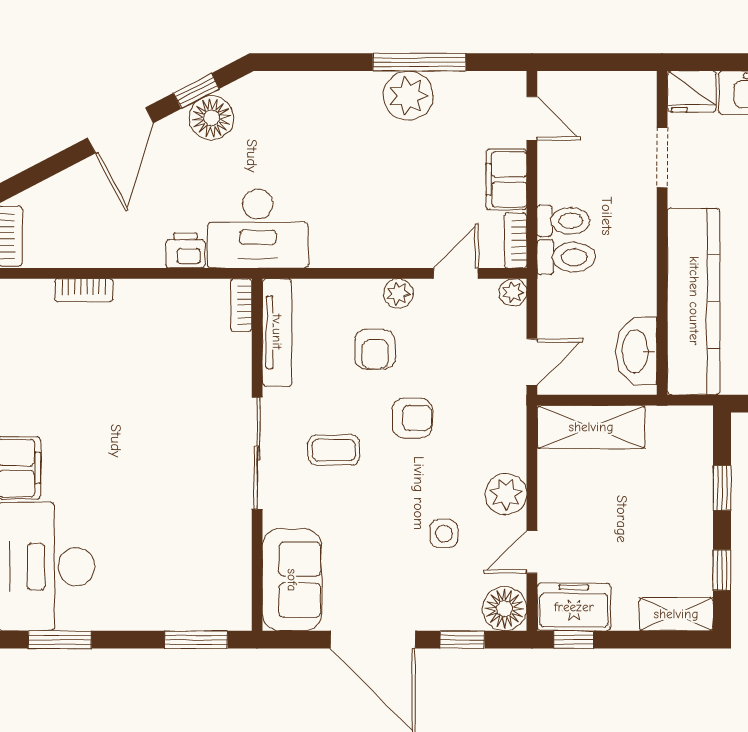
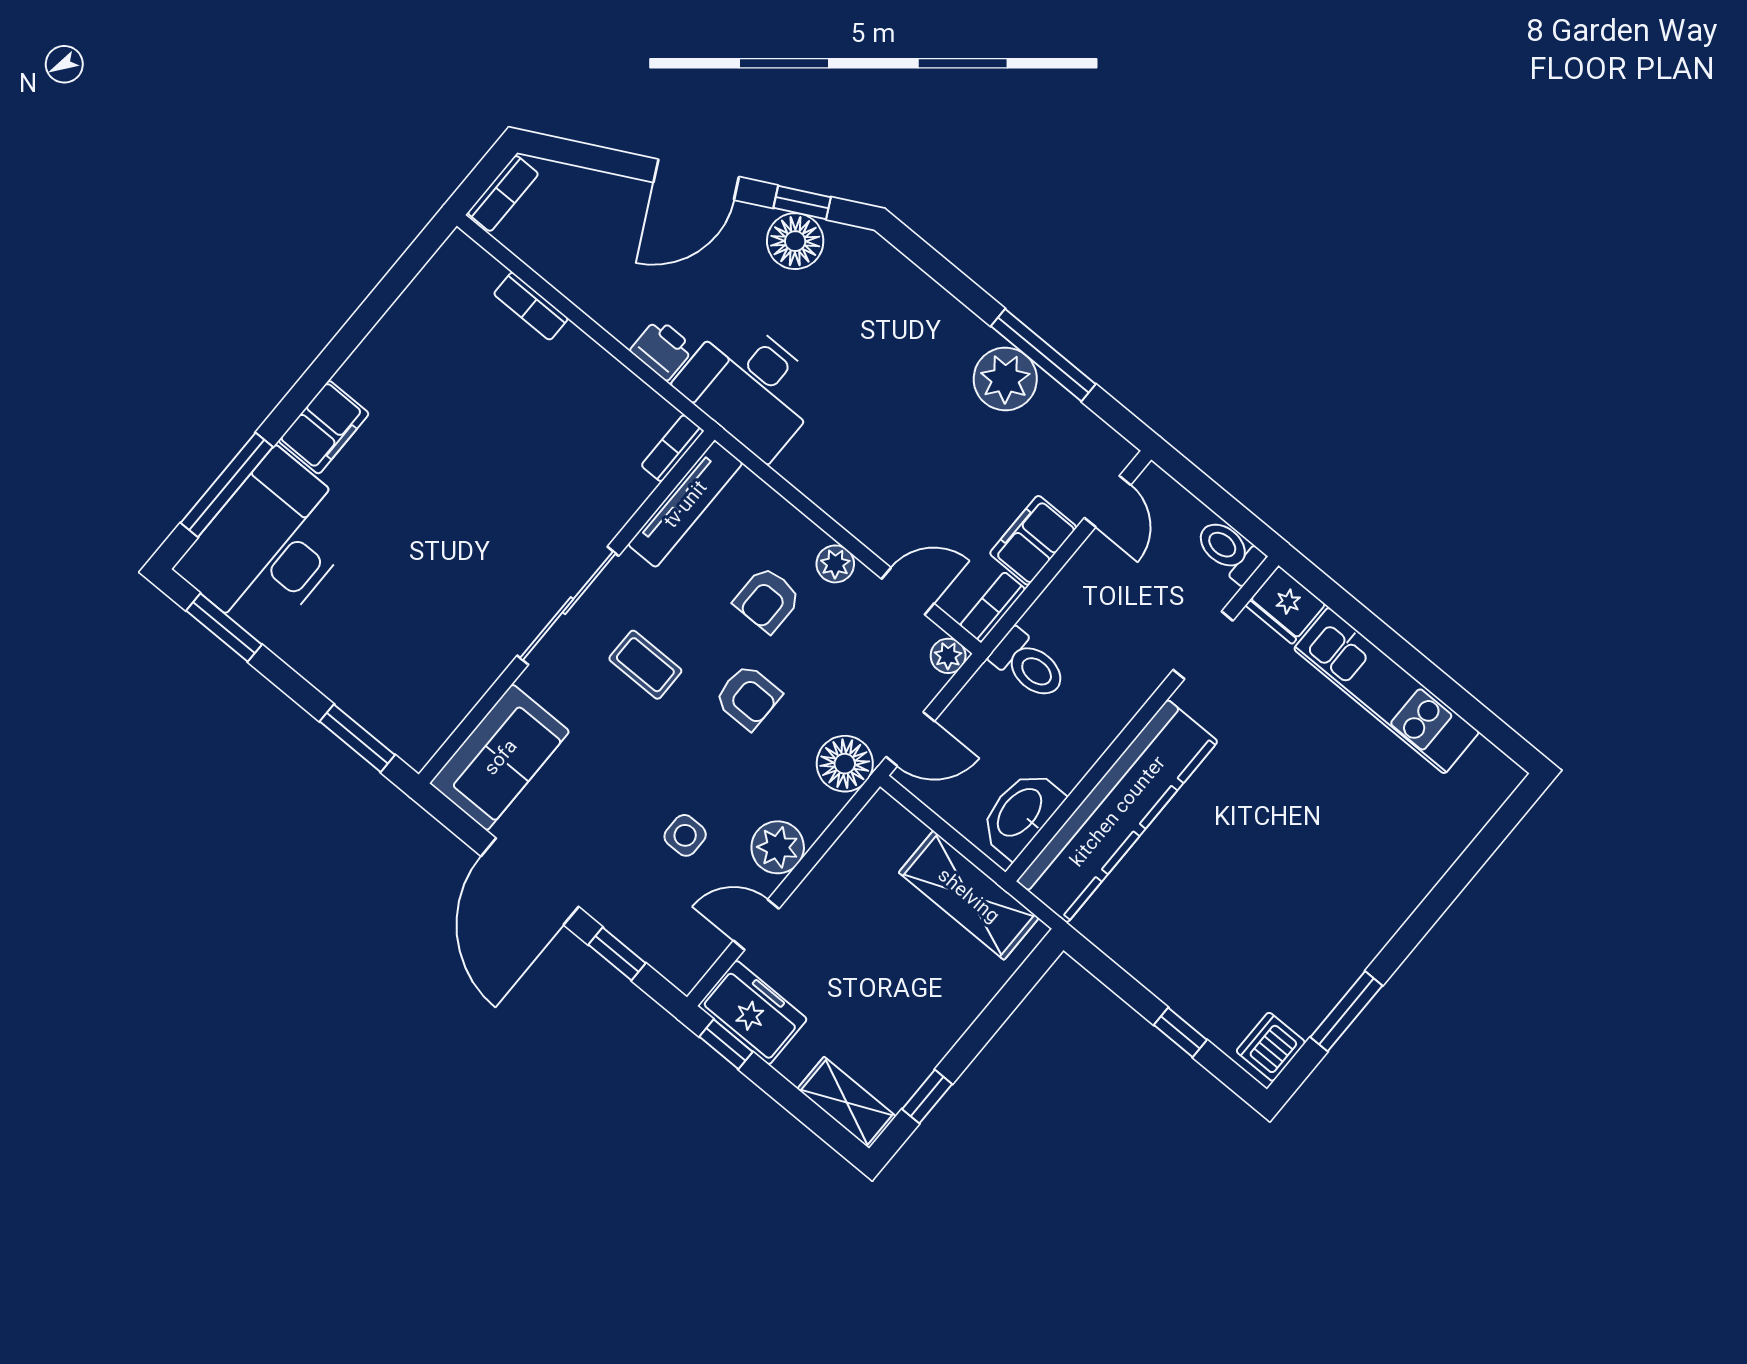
toilet: (563, 221) -> (1229, 551), moved, turned 180
shelving: (591, 427) -> (969, 895), moved
window: (722, 488) -> (994, 1016), removed
floor lamp: (505, 609) -> (845, 764), moved

